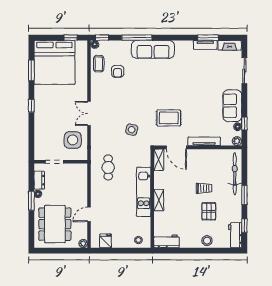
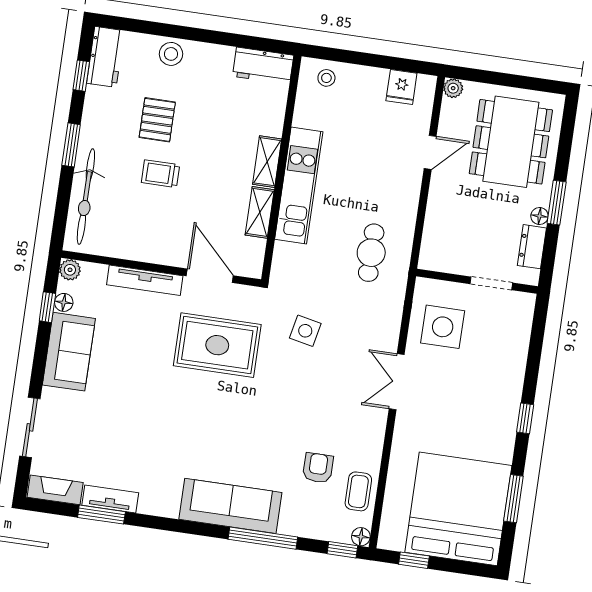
double door: (89, 113) -> (397, 382), swing flipped
rug: (169, 118) -> (217, 345), width x1.36, depth x1.43
shelving: (159, 160) -> (260, 212), moved

